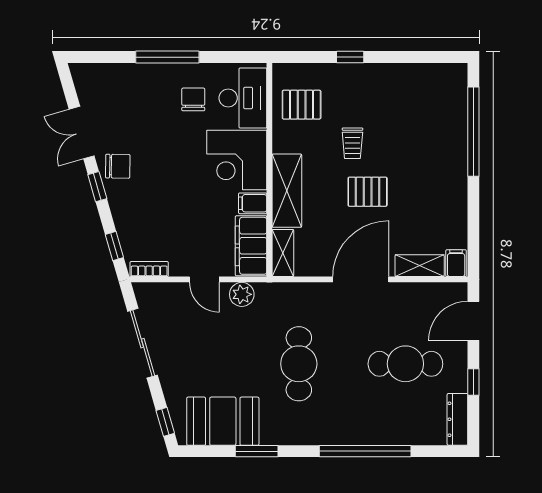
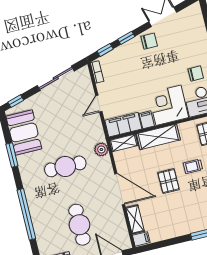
chair: (118, 166) -> (149, 41), turned -91
window: (97, 187) -> (126, 38), moved
plant: (242, 294) -> (101, 149), moved

